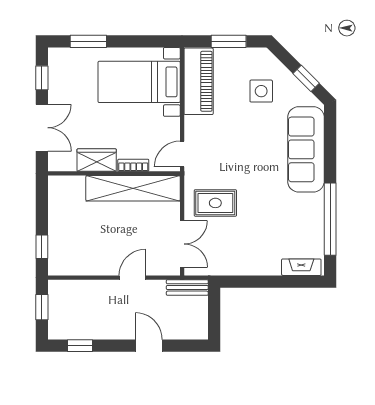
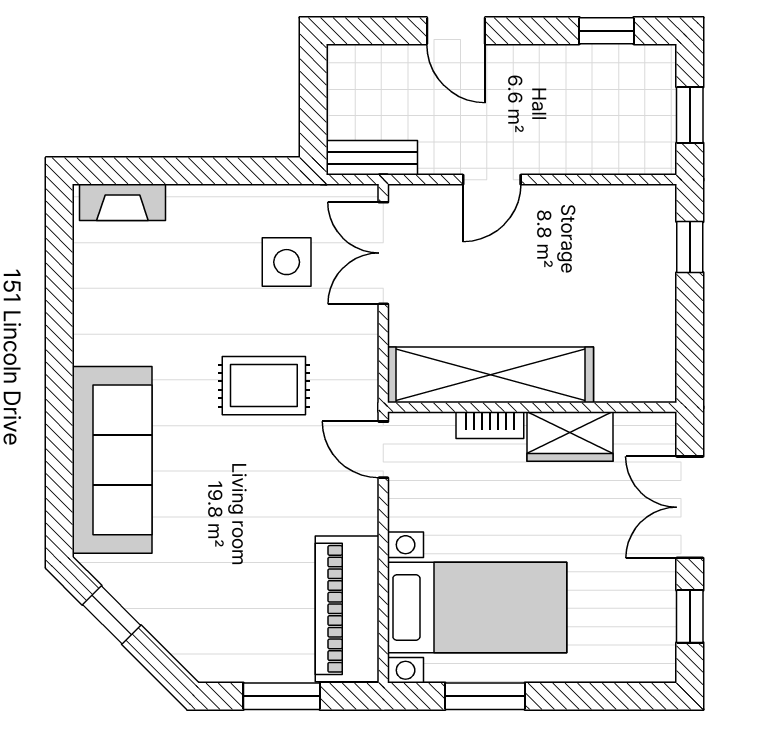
window: (88, 41) -> (485, 696), moved
side table: (261, 91) -> (287, 262), moved
door: (182, 154) -> (383, 450), swing flipped
rug: (215, 203) -> (264, 386), moved
window: (330, 219) -> (59, 308), removed

